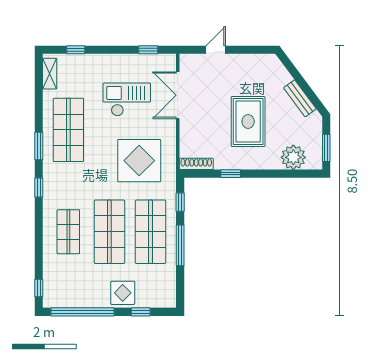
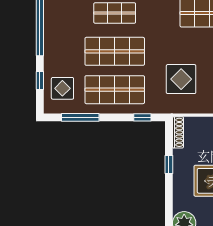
display table: (139, 161) -> (181, 79), width x0.73, depth x0.73
window: (180, 245) -> (80, 117), moved
display table: (123, 293) -> (62, 88), moved

